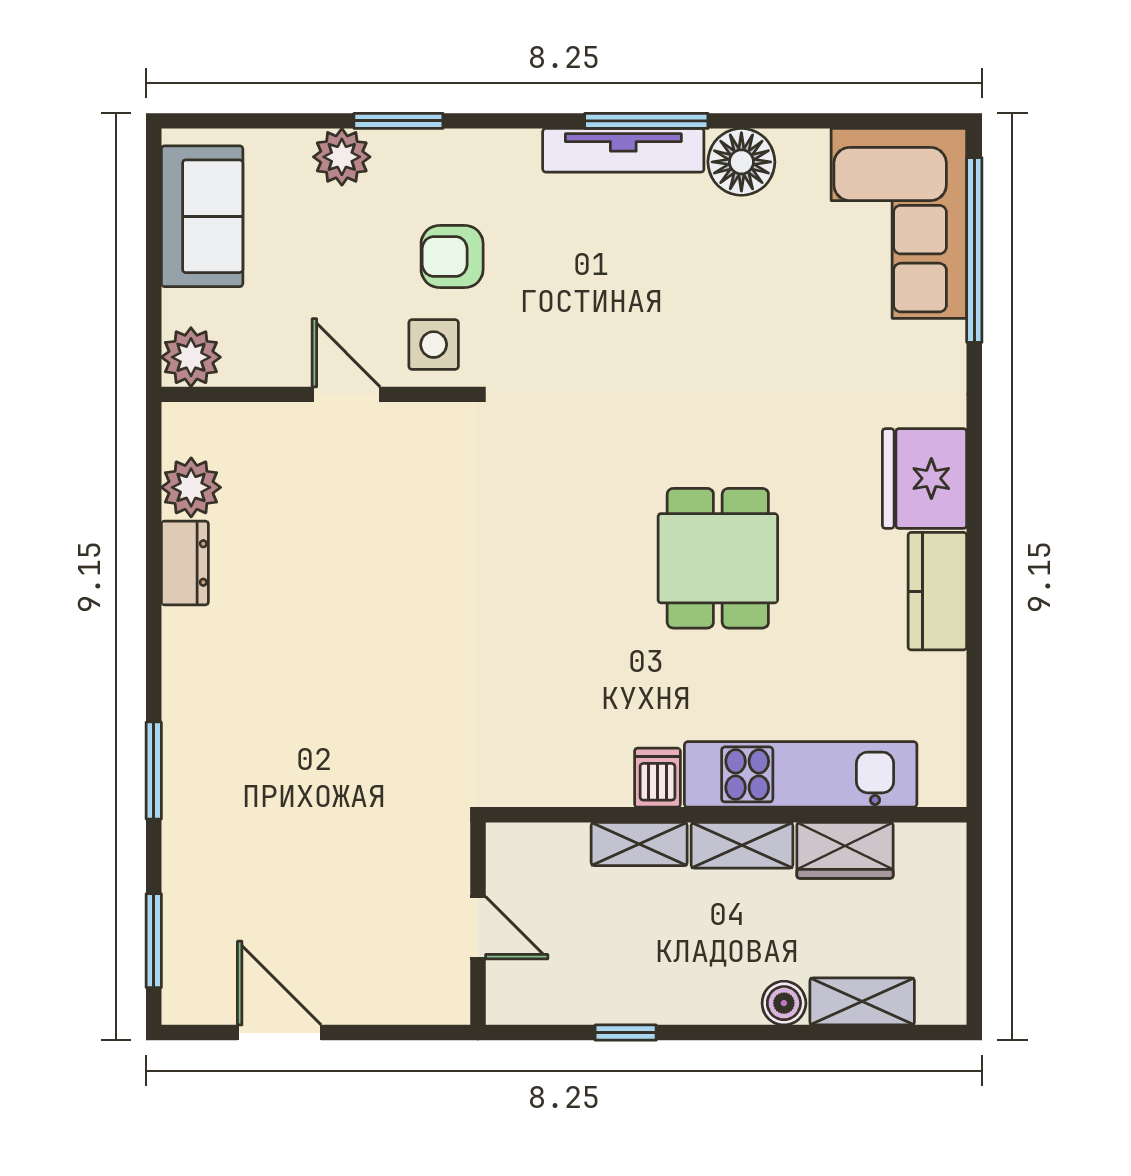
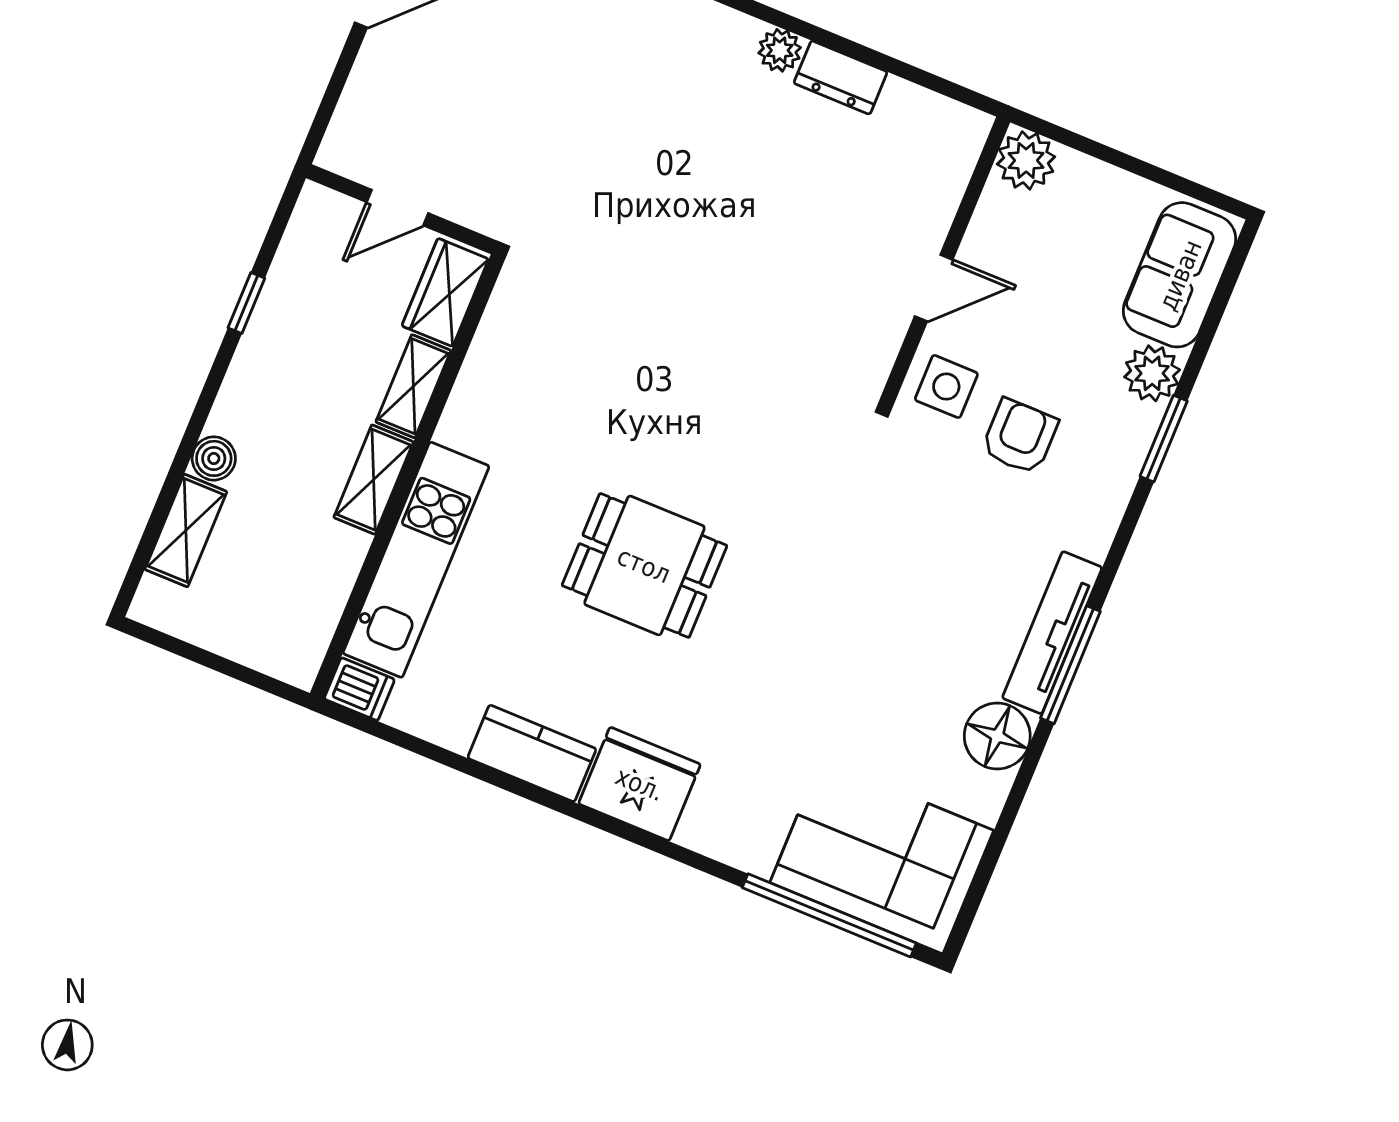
sofa: (202, 216) -> (1180, 275), moved, turned 90
plant: (191, 487) -> (780, 50), moved, width x0.73, depth x0.73
dishwasher: (657, 778) -> (359, 689), moved
wardrobe: (845, 850) -> (445, 292), moved

